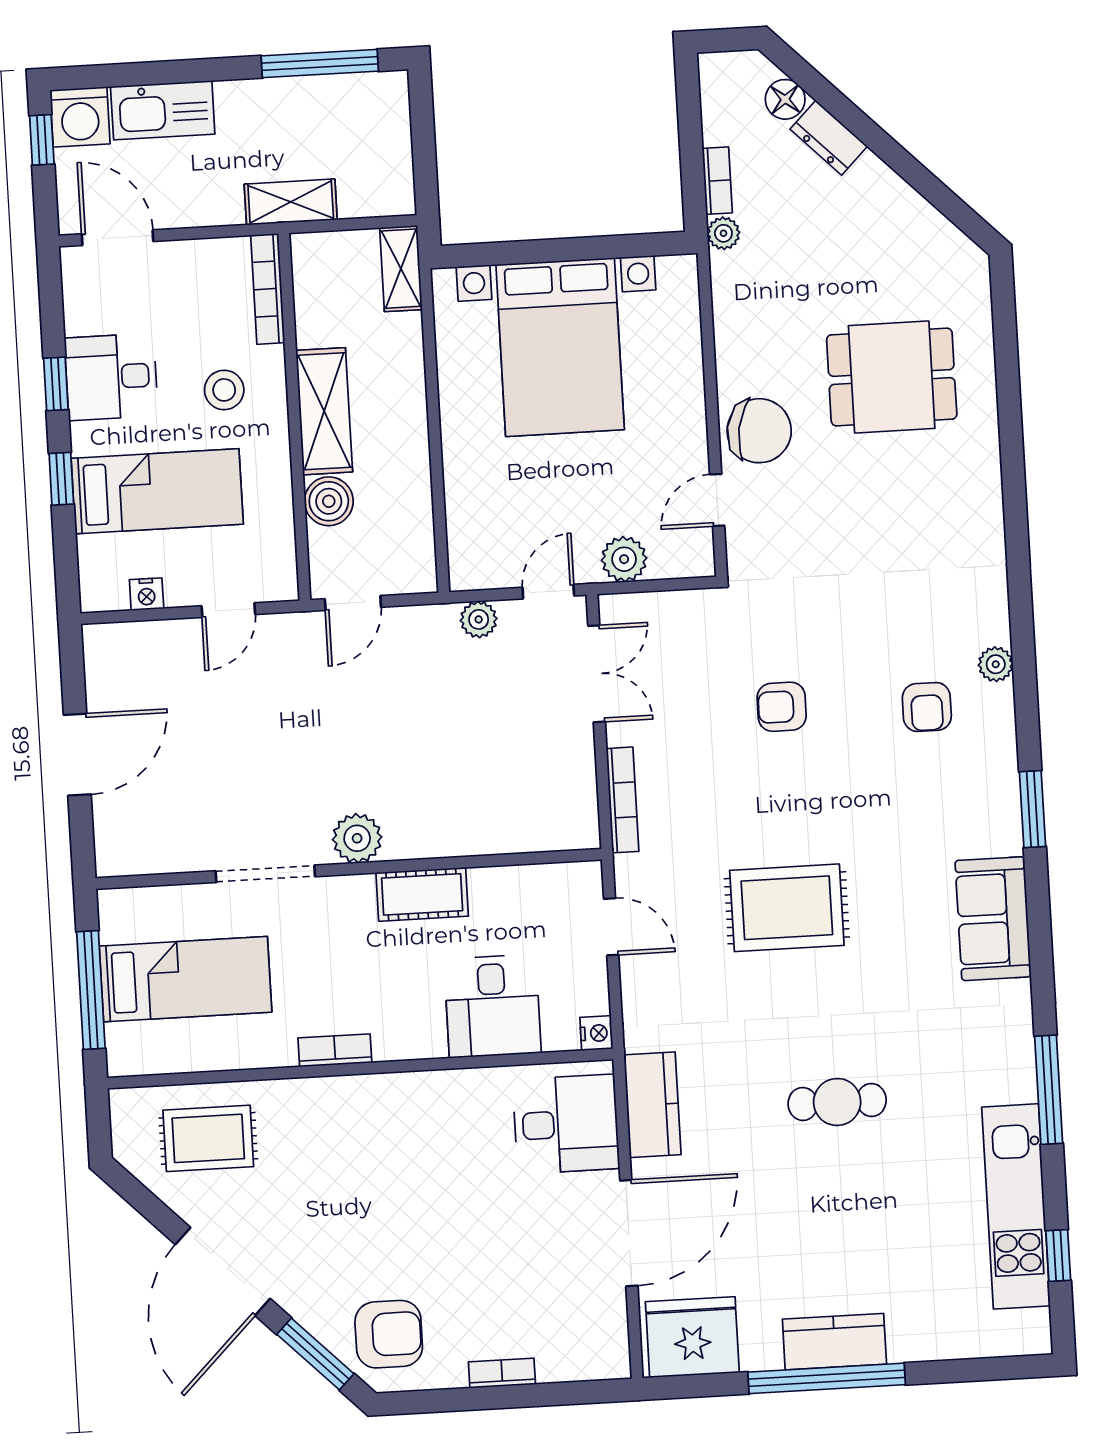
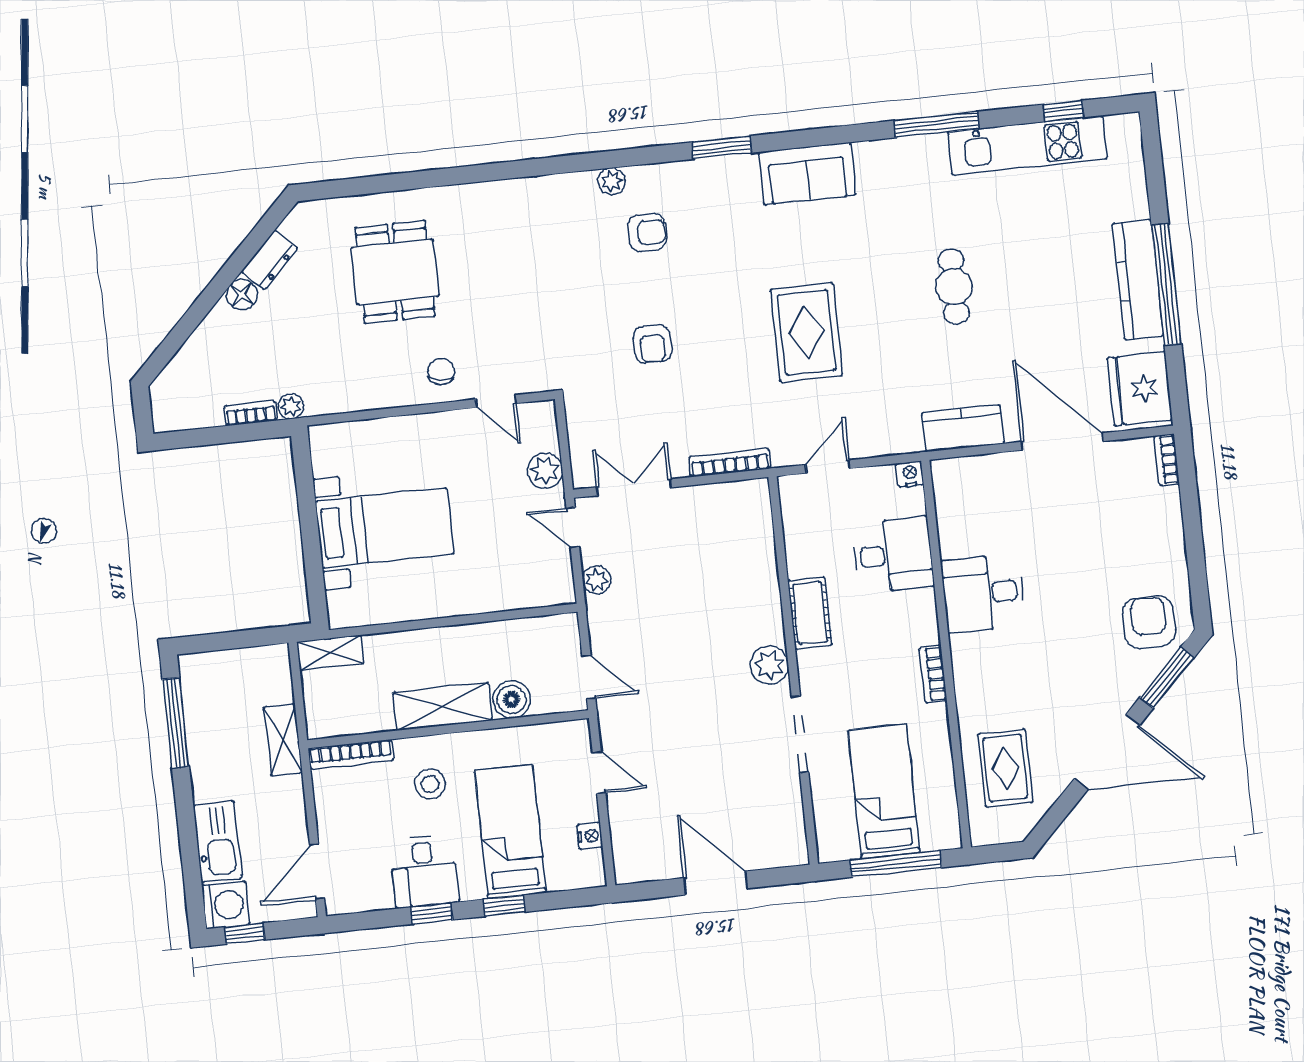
floor lamp: (785, 99) -> (242, 295), moved
dresser: (829, 138) -> (270, 260), moved
bed with nightstands: (560, 347) -> (385, 528), width x0.73
chair: (759, 431) -> (441, 372), width x0.54, depth x0.54
desk: (566, 1124) -> (983, 593), moved, turned -90
kitchen counter: (834, 1342) -> (1138, 280), width x1.50
bookcase: (502, 1373) -> (1167, 460), moved

